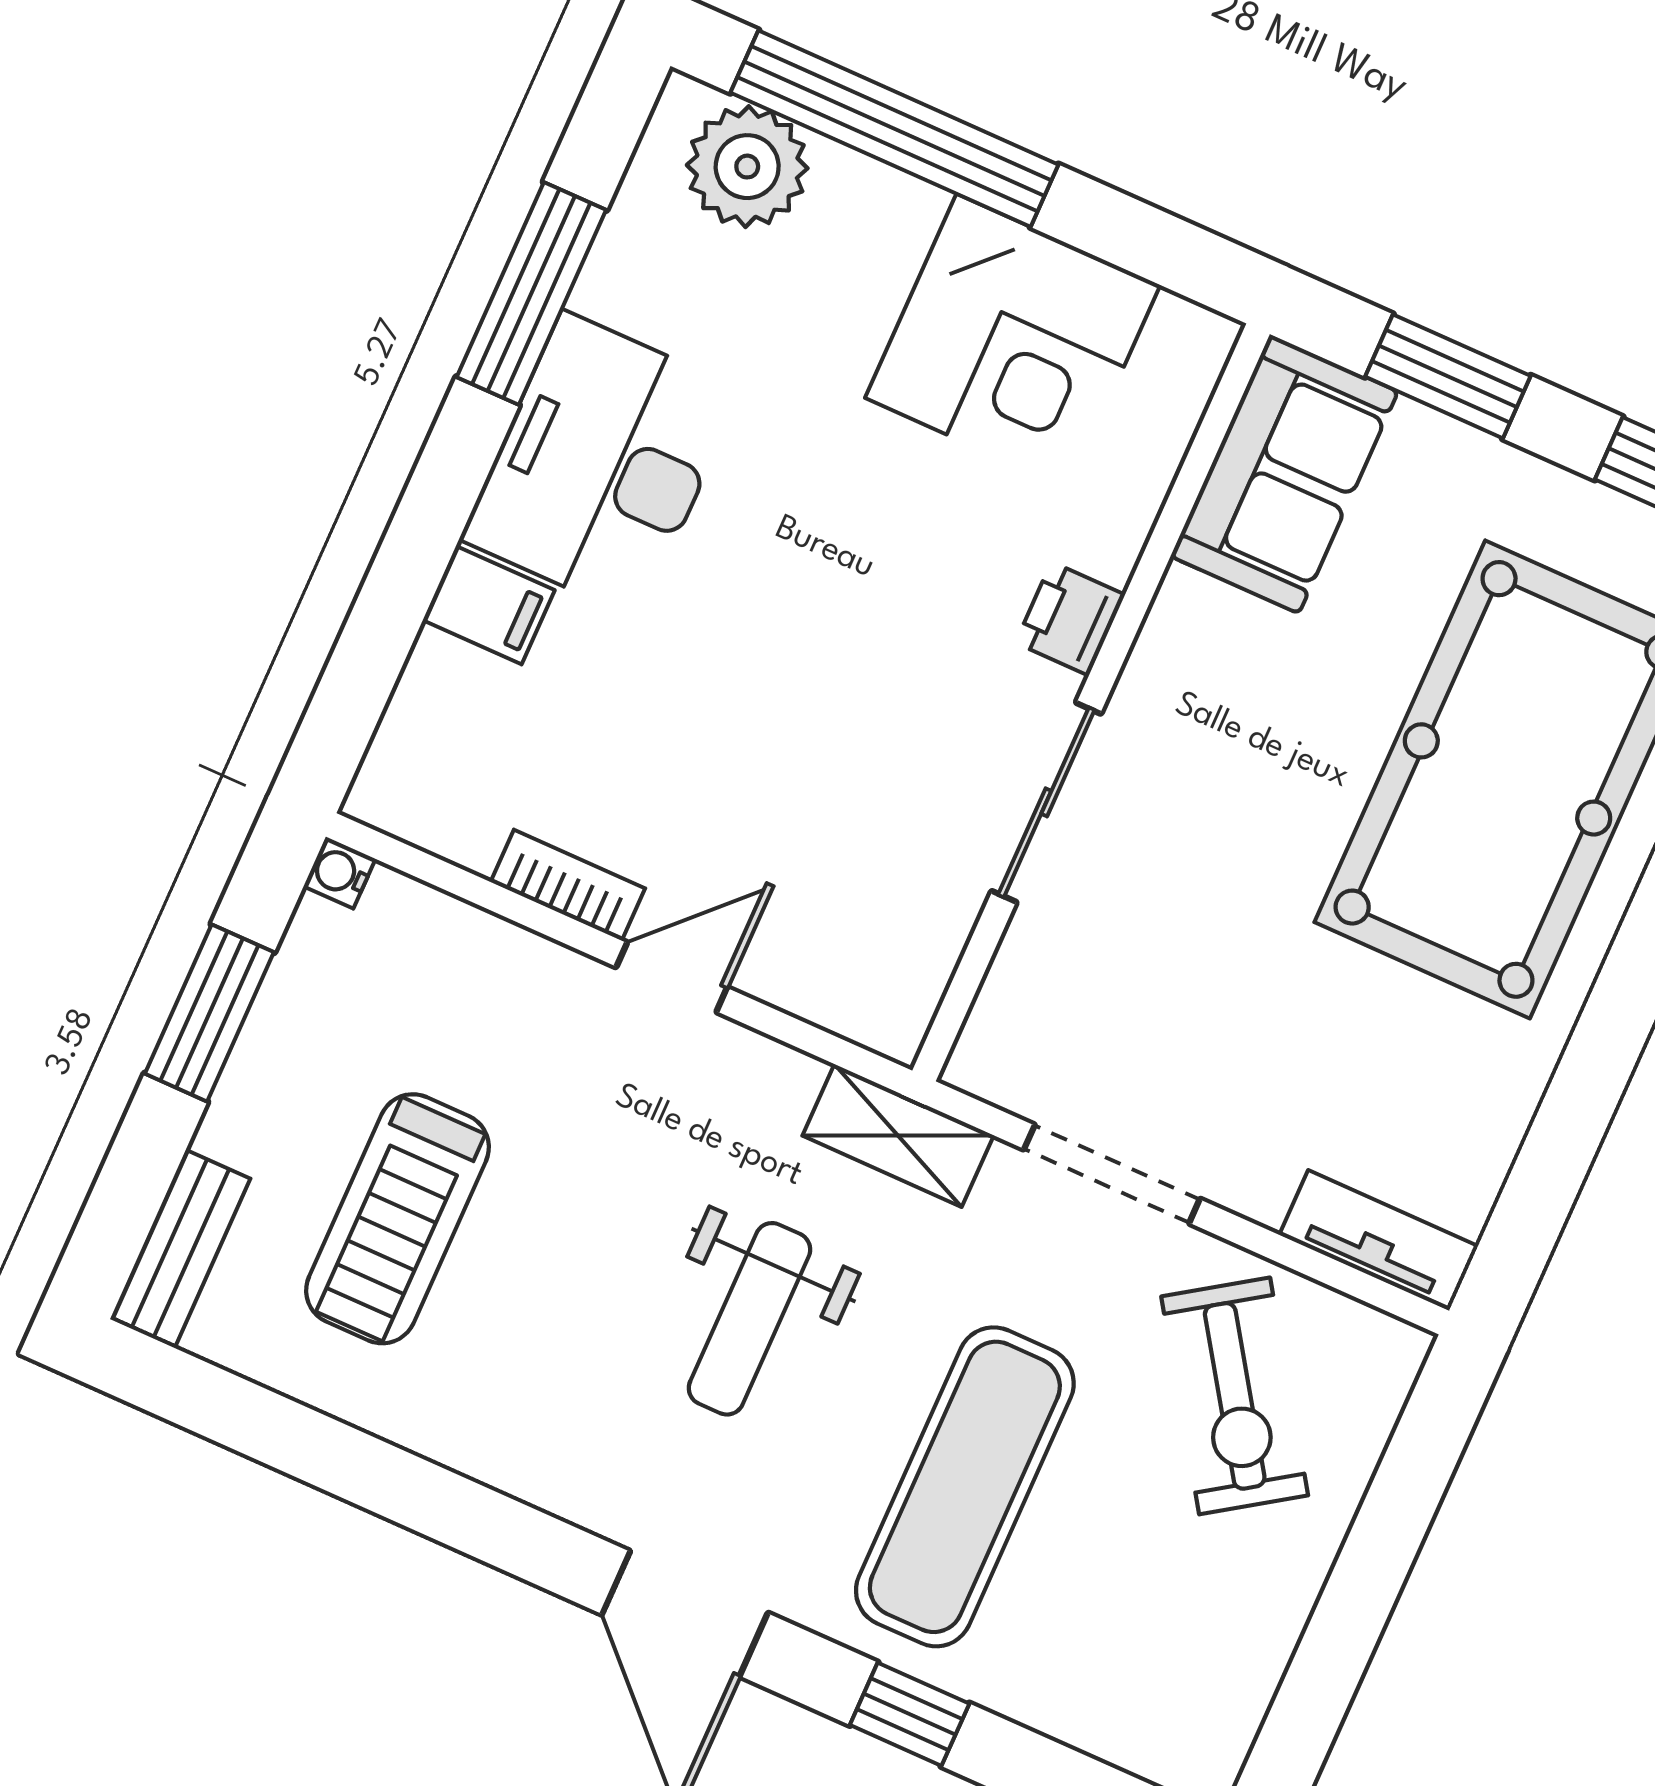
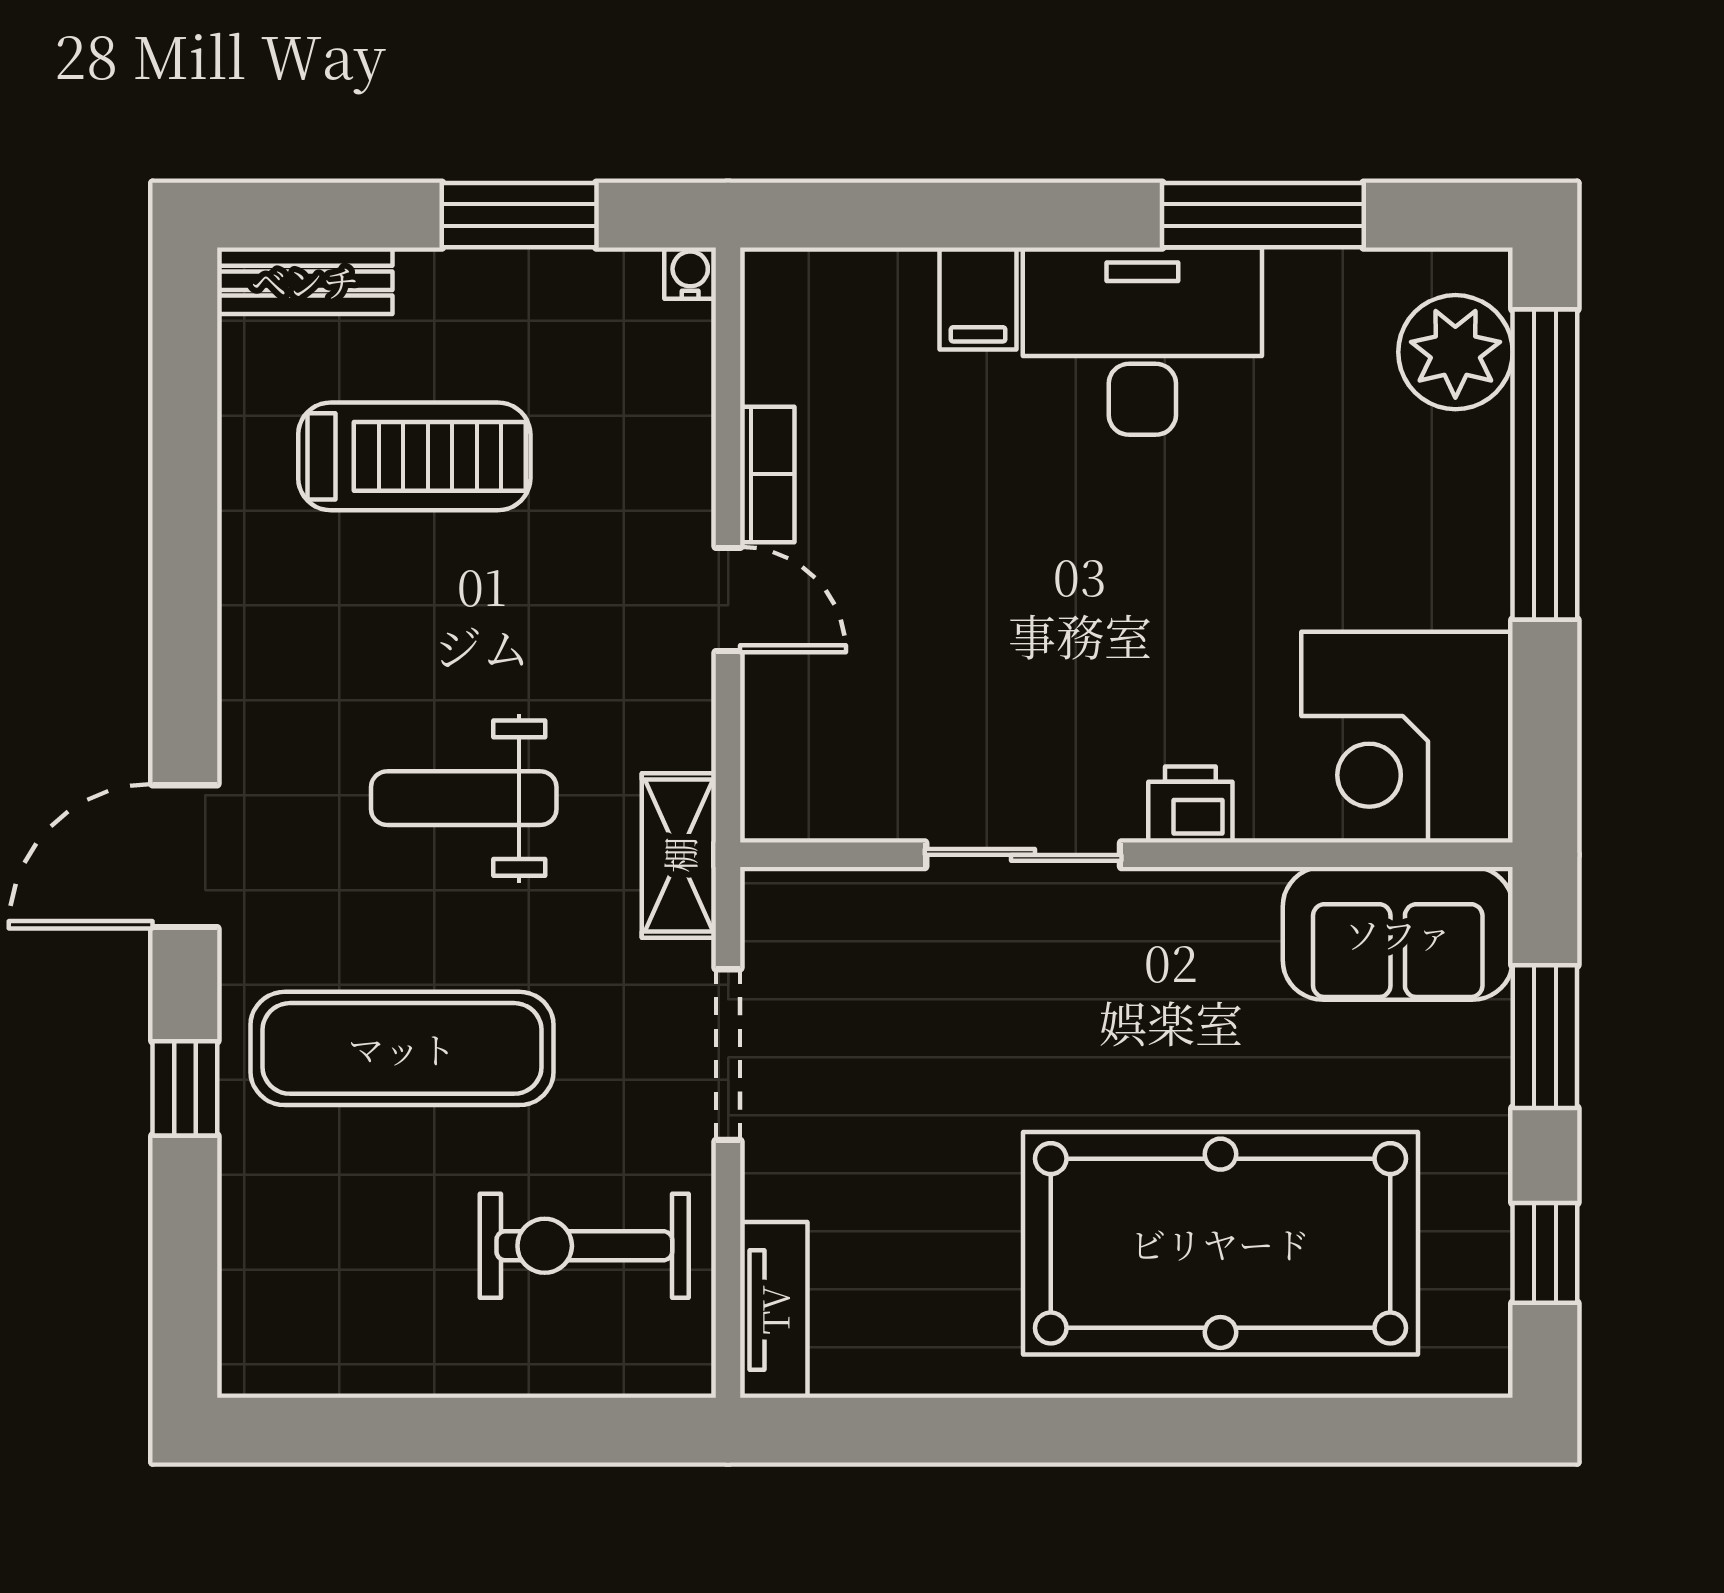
corner desk: (1013, 342) -> (1407, 737), moved
treadmill: (397, 1219) -> (414, 456), turned 180
exercise bike: (1235, 1396) -> (584, 1246), turned 34

